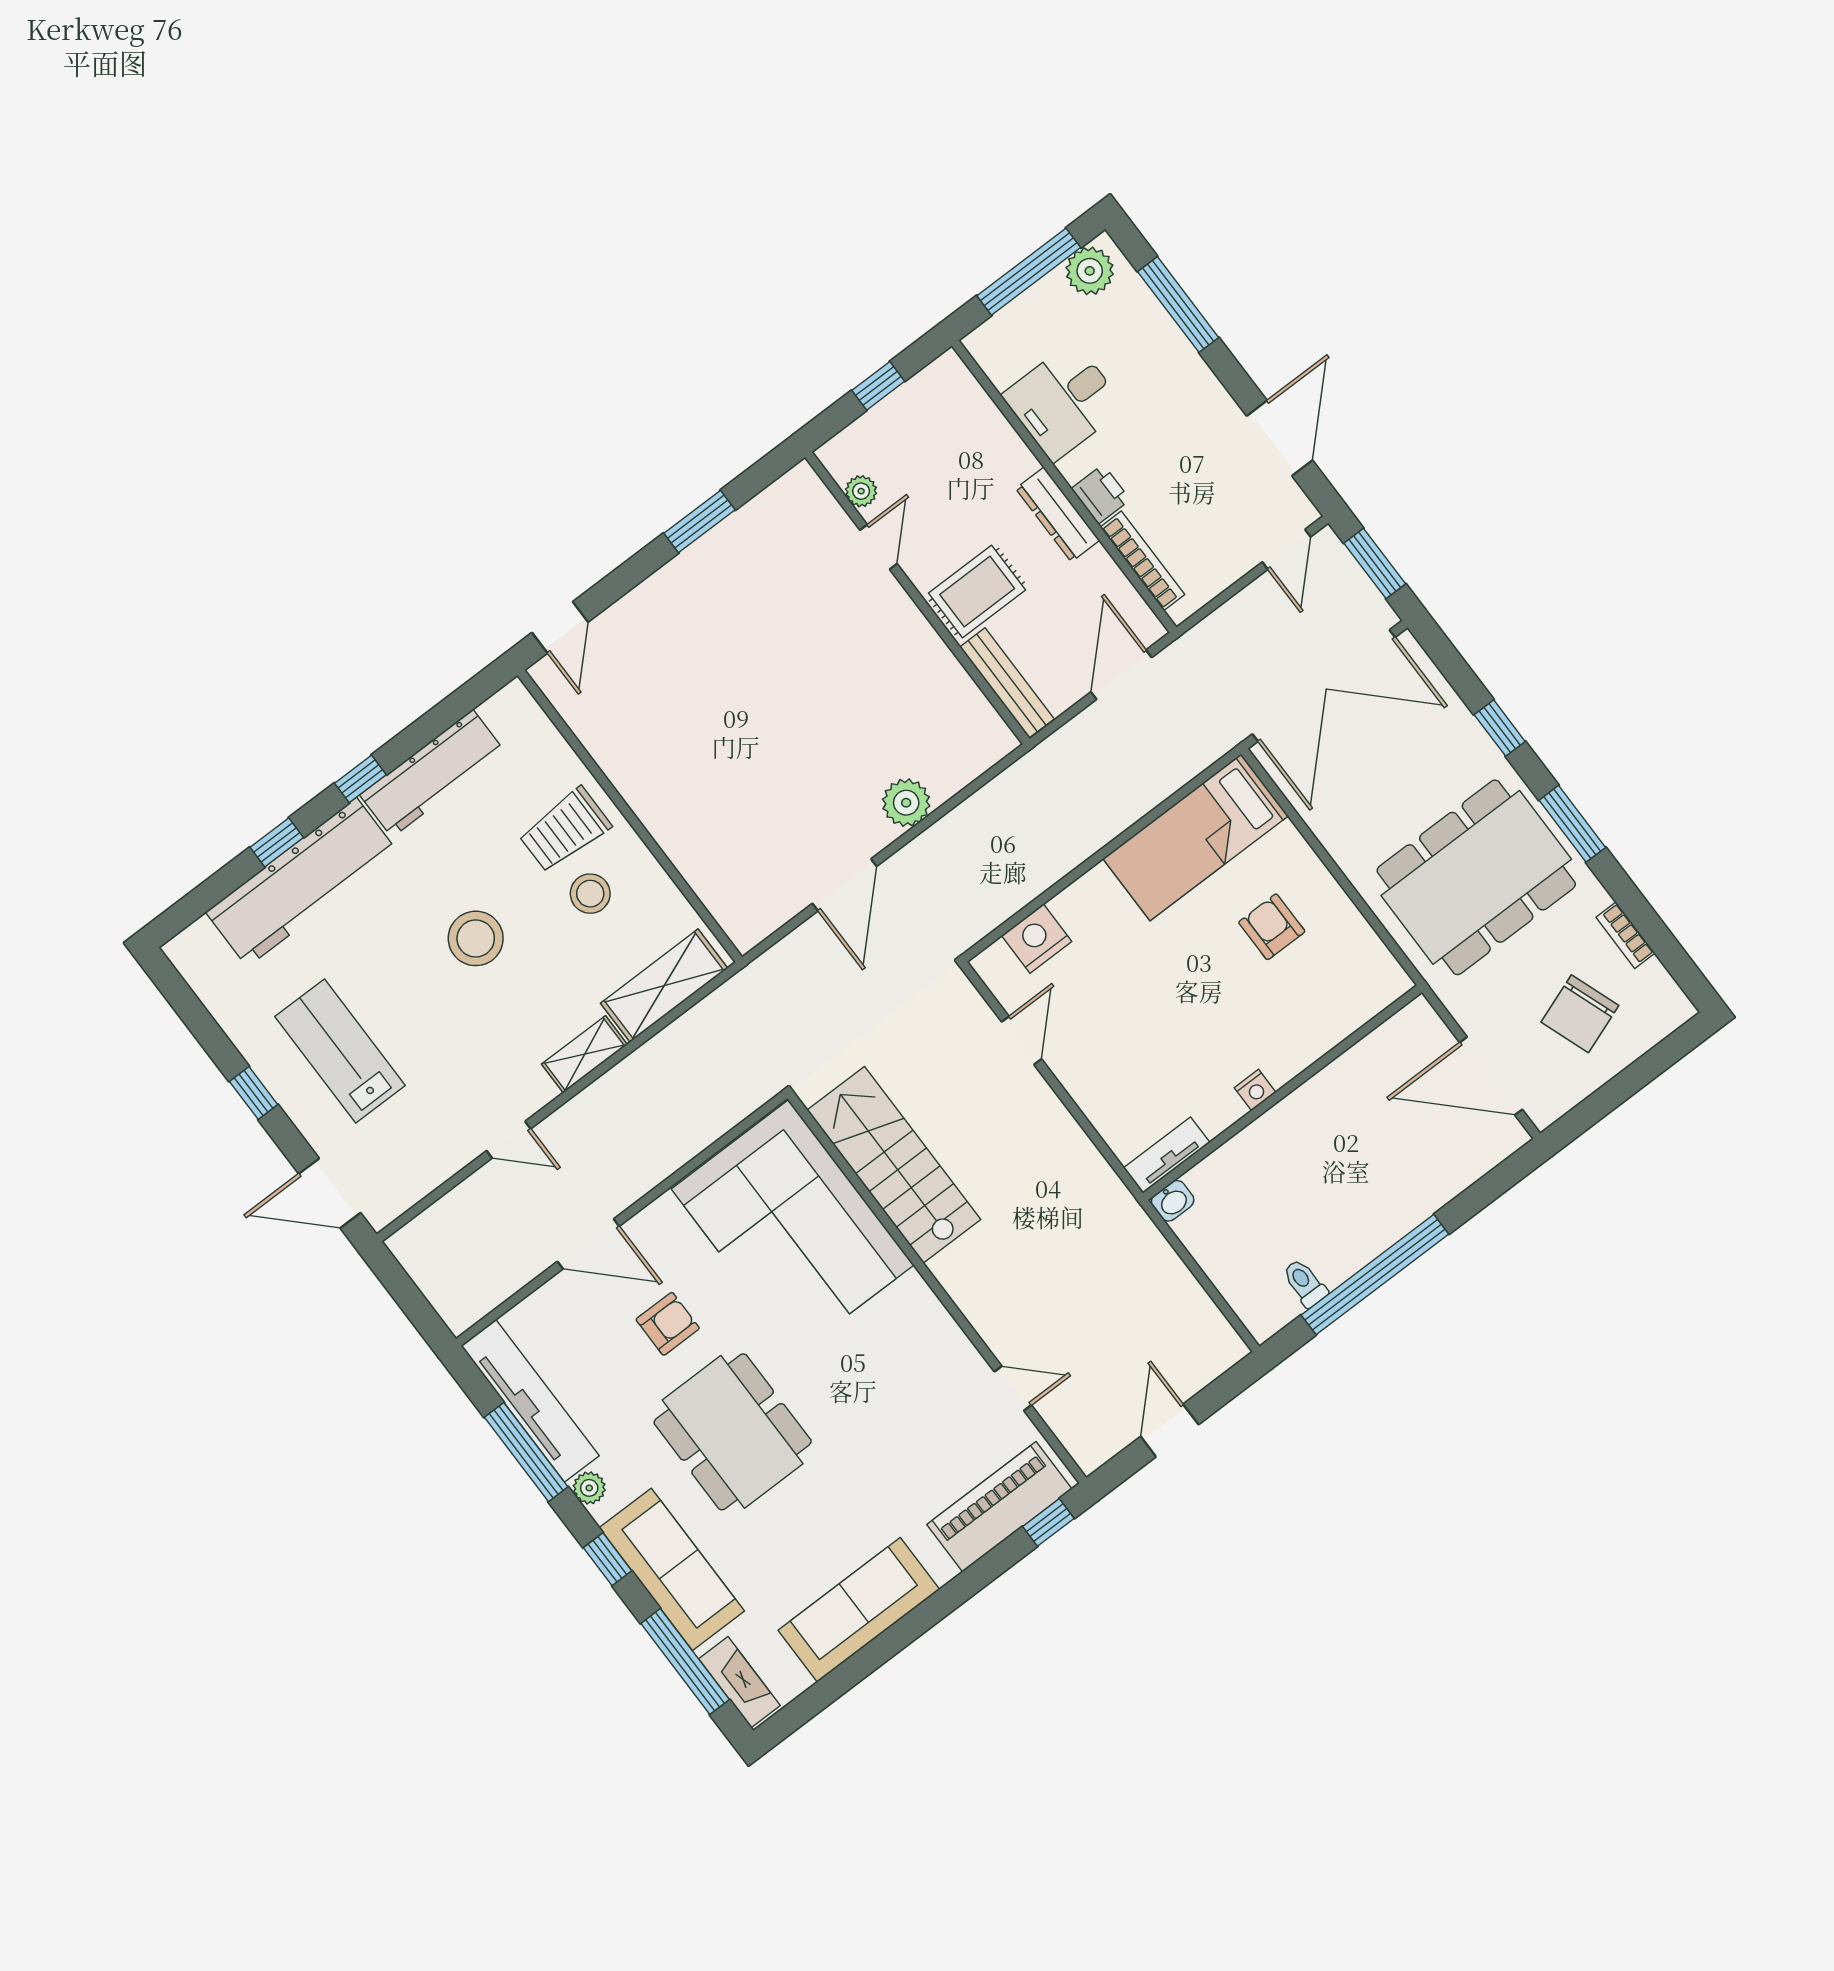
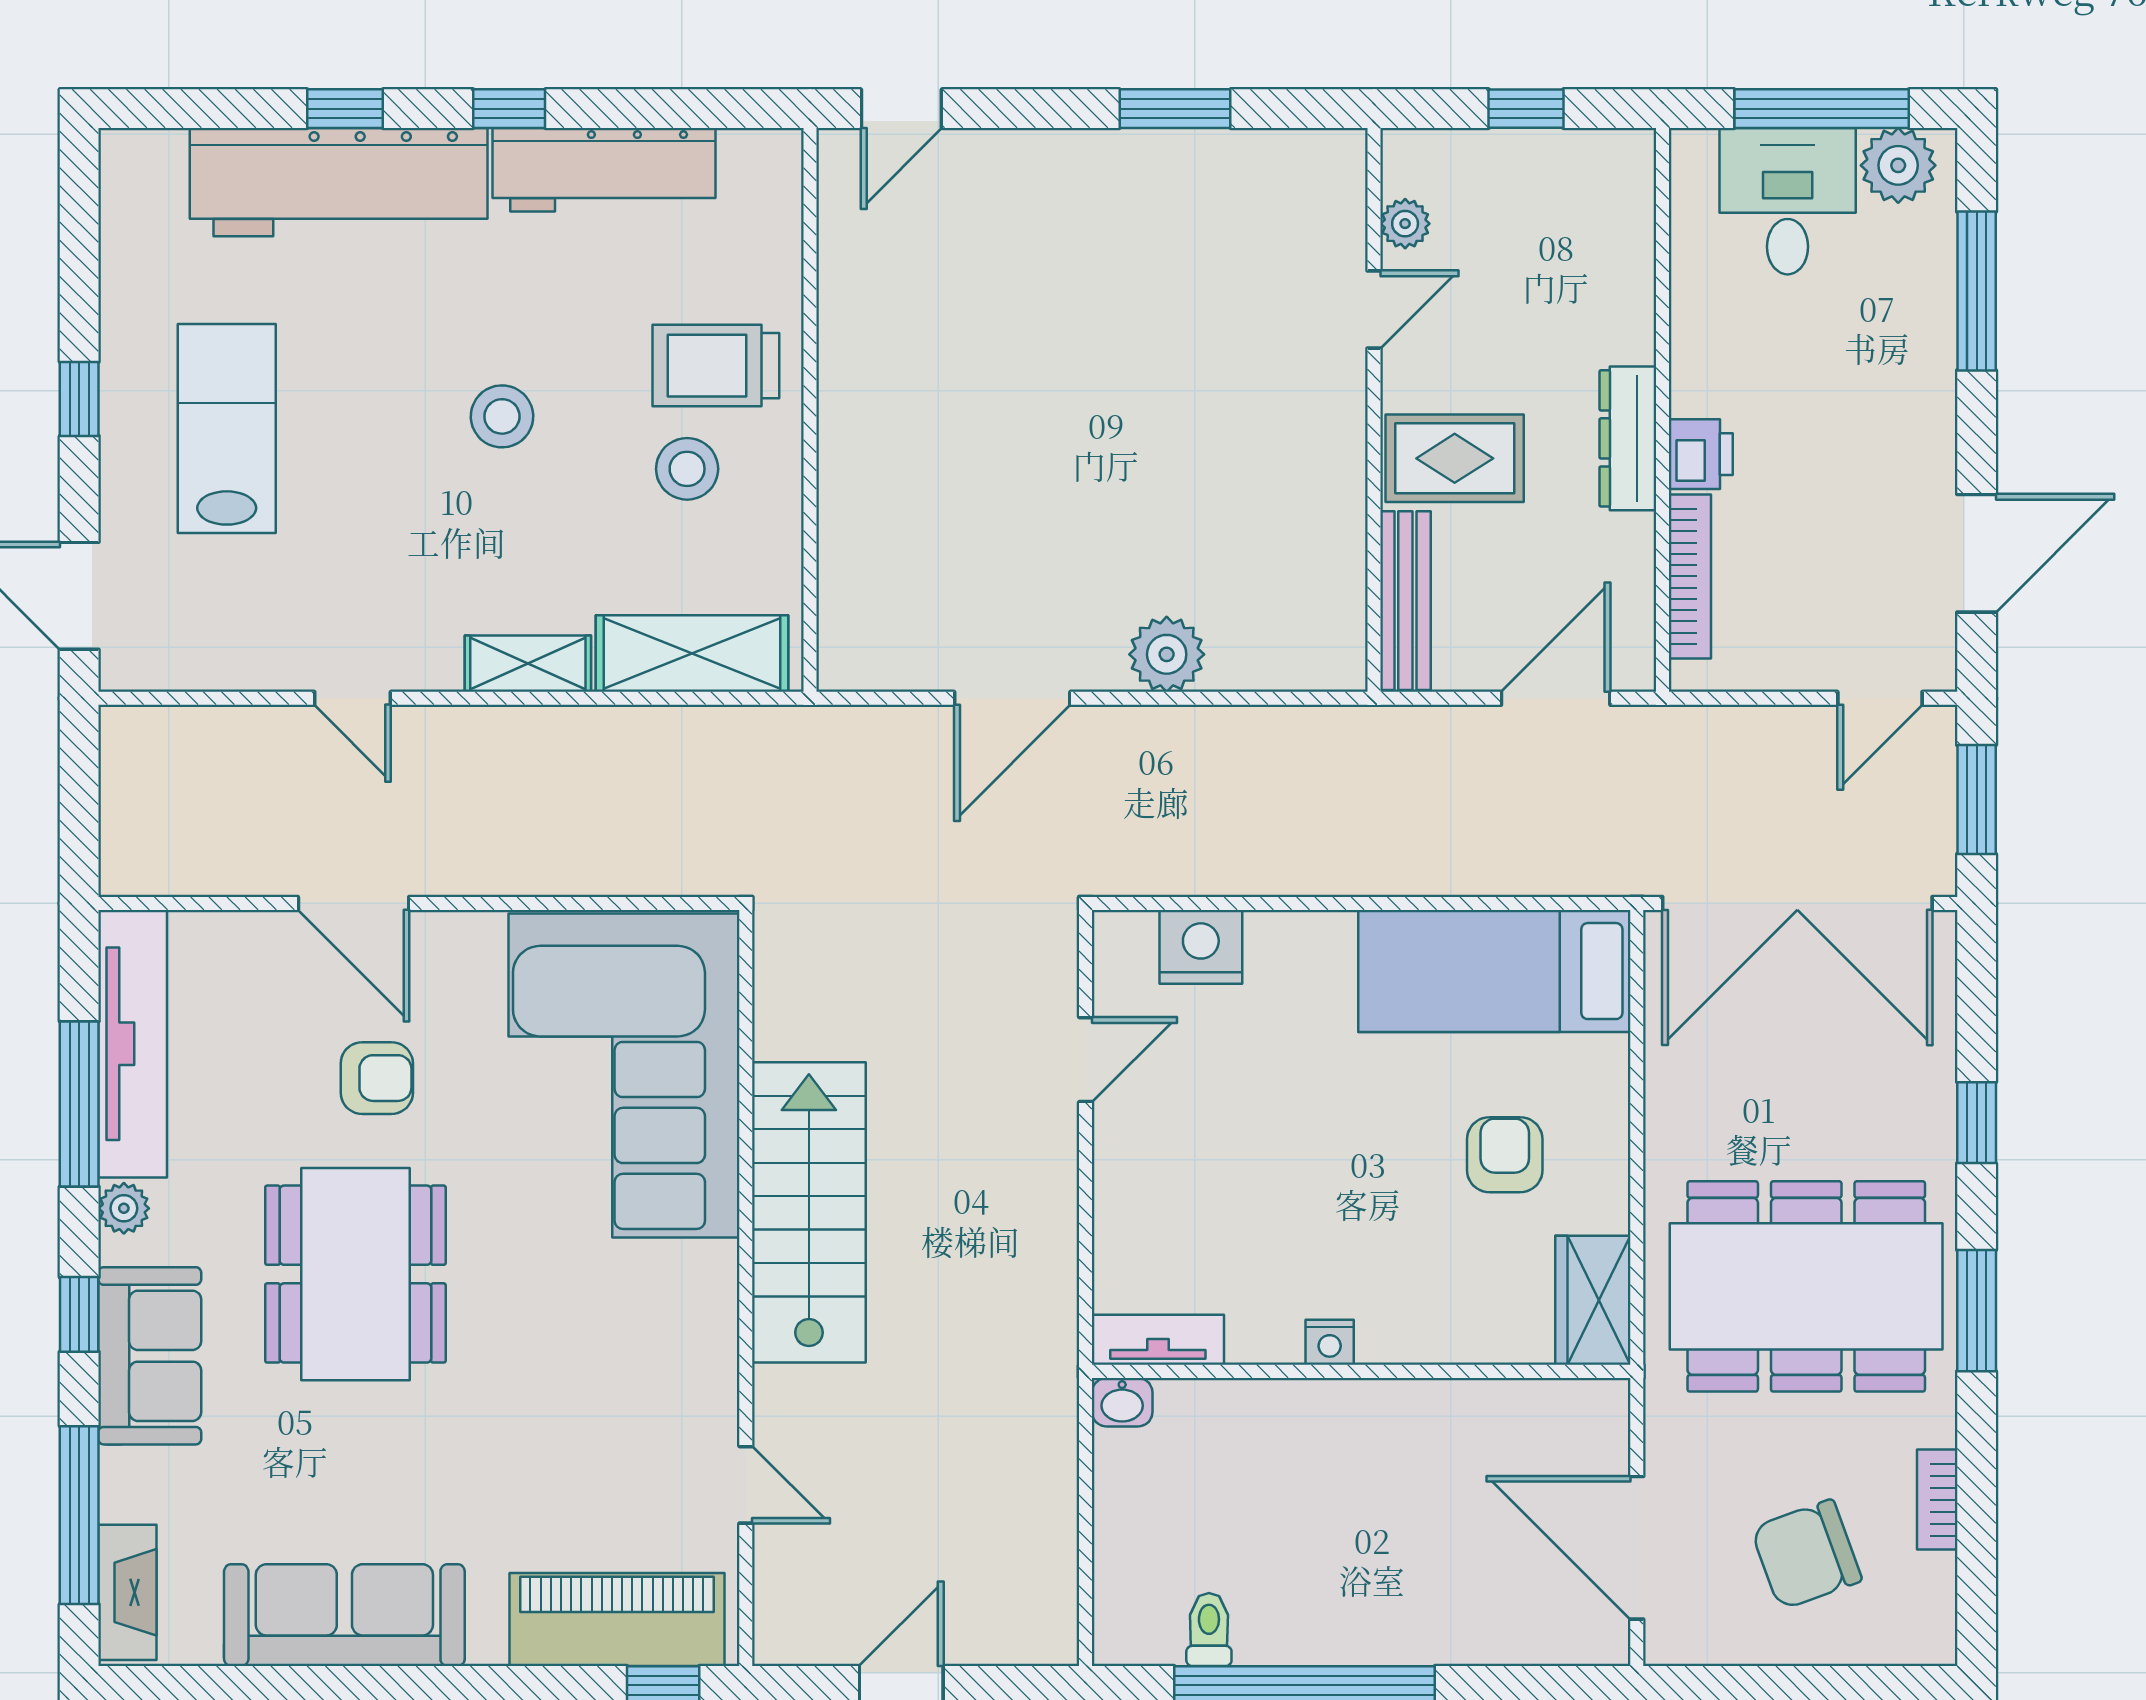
desk: (1064, 401) -> (1788, 201), moved, turned 90
stool: (476, 938) -> (502, 416), width x0.73, depth x0.73
wardrobe: (1373, 967) -> (1593, 1300), added
stairs: (894, 1165) -> (809, 1212), moved
sofa: (672, 1569) -> (150, 1356), width x0.73

